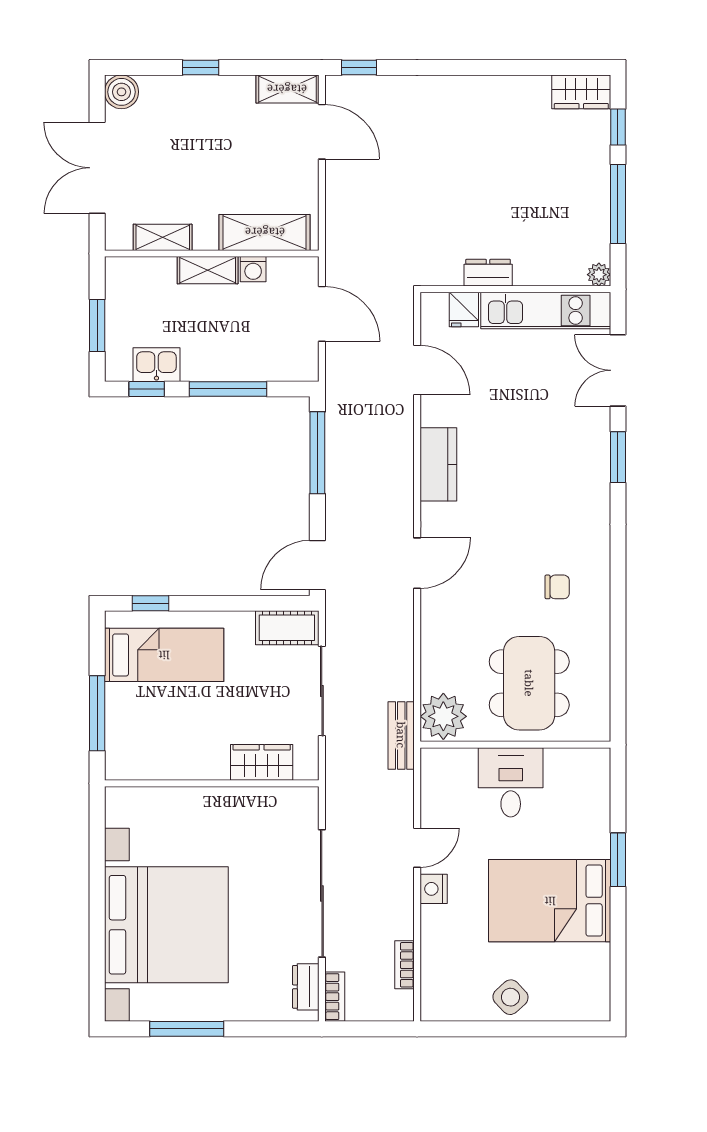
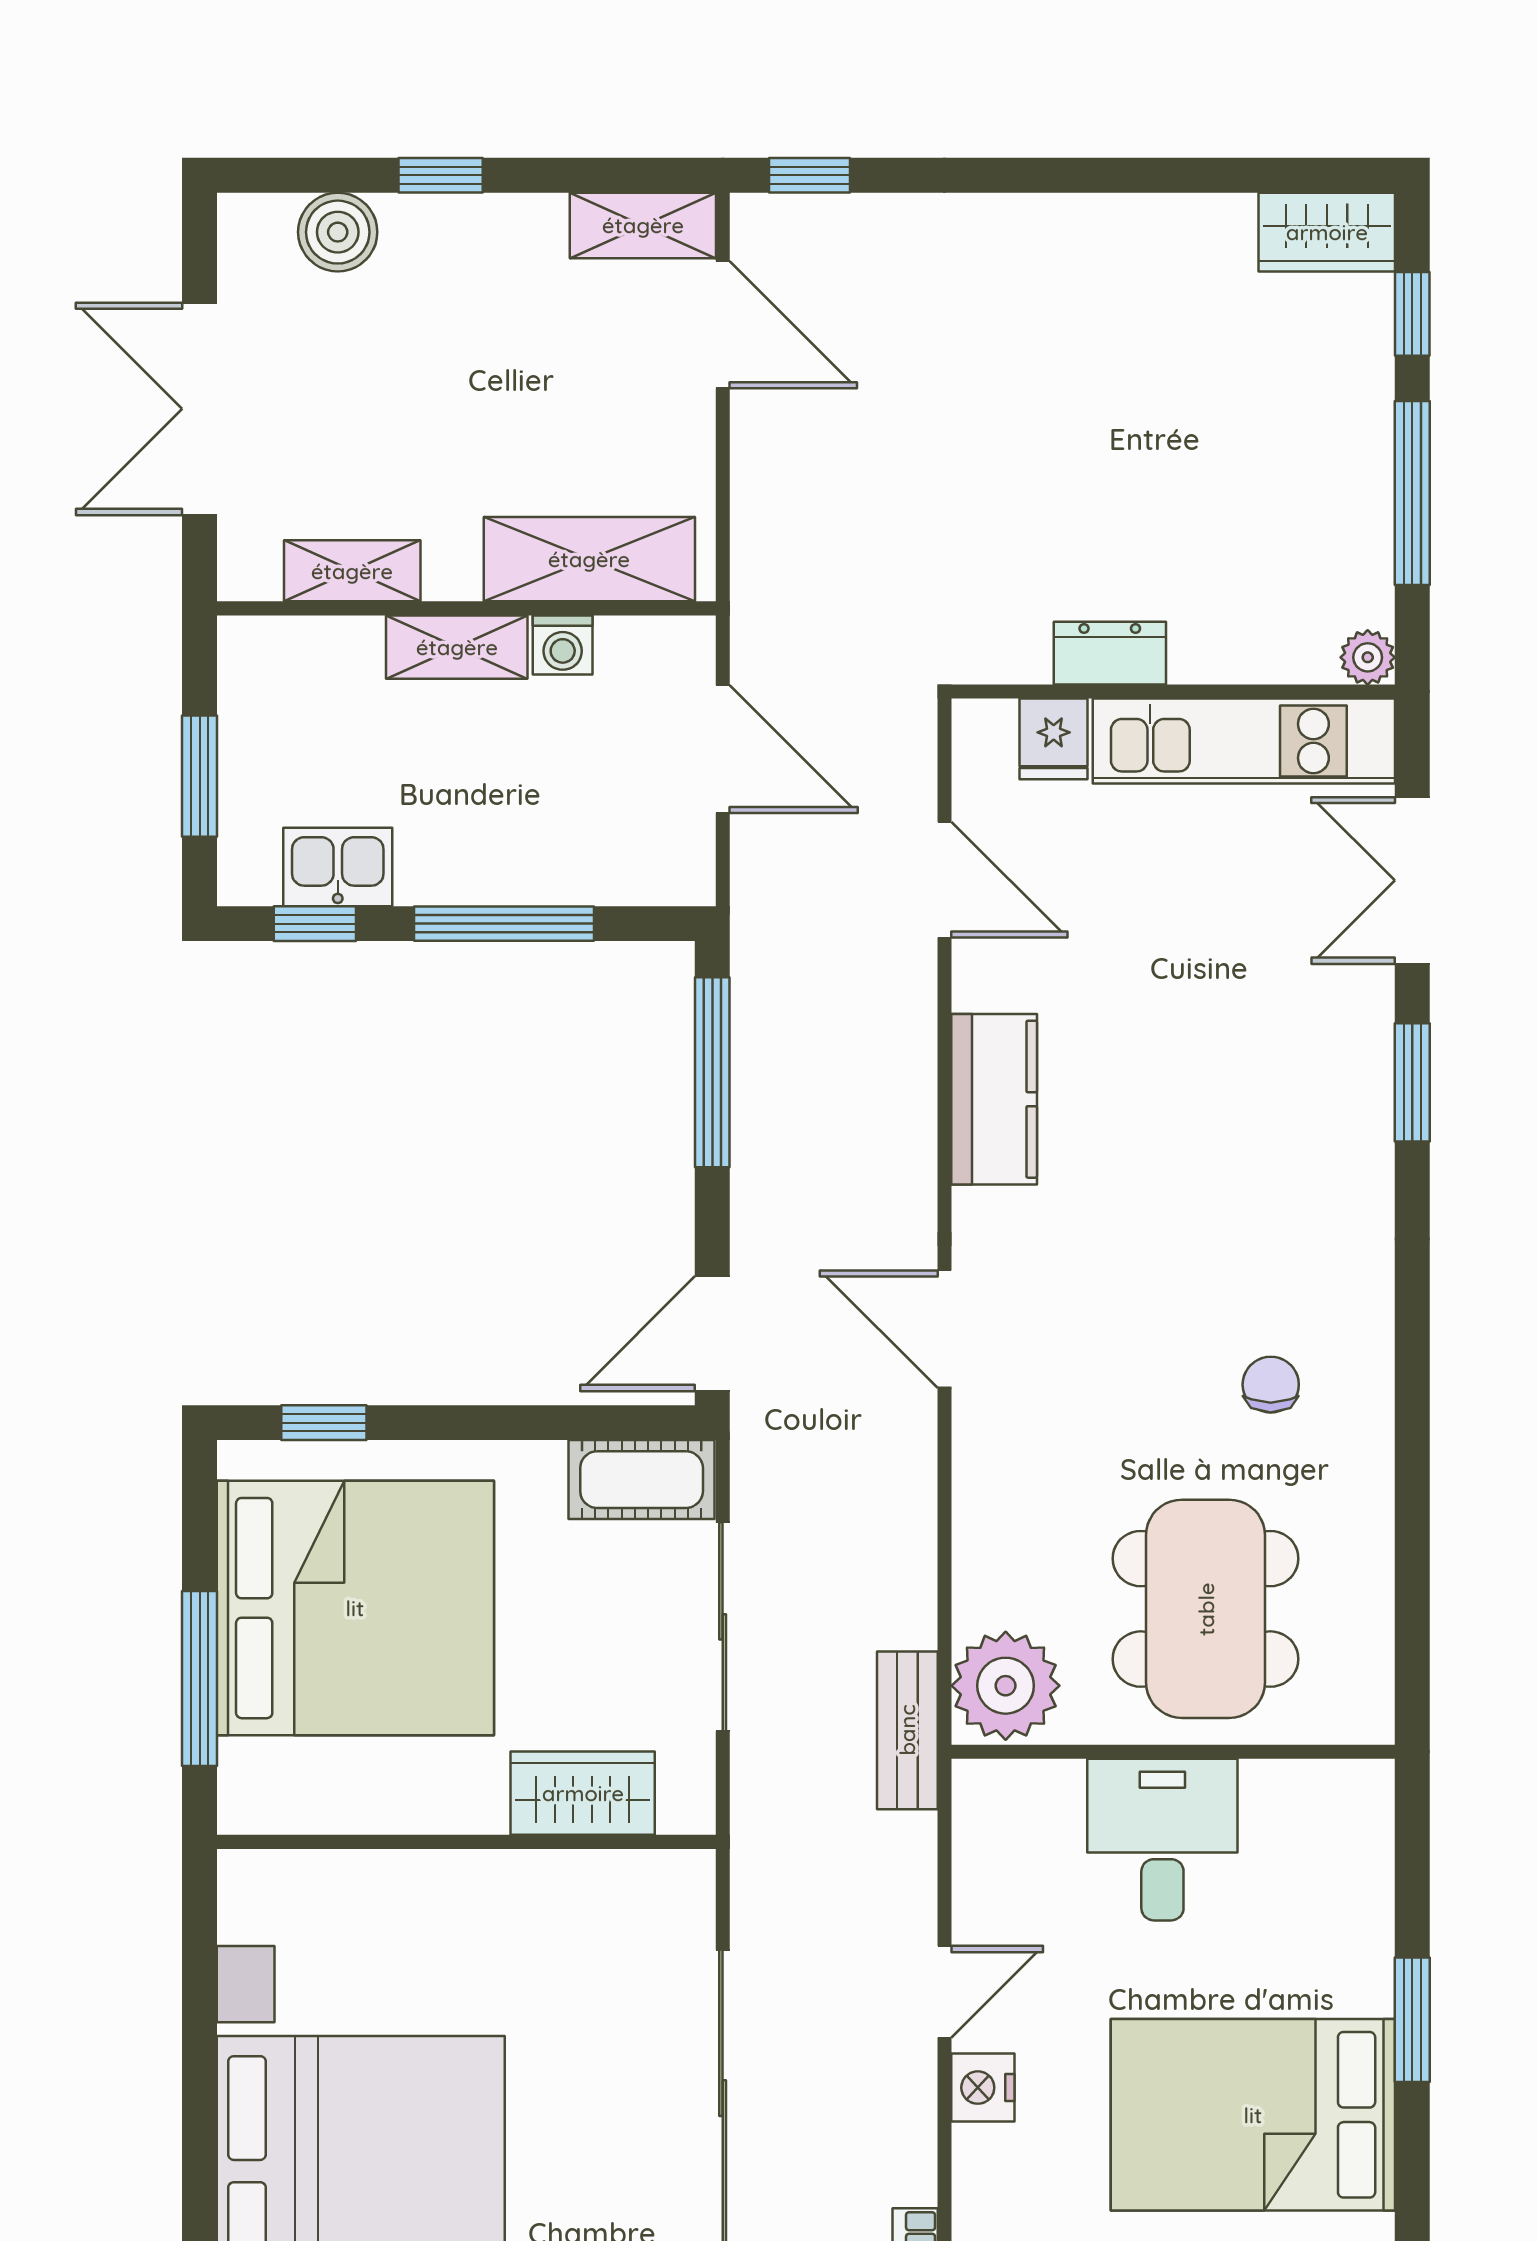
boiler: (121, 92) -> (338, 232), moved
door: (417, 563) -> (944, 1329), swing flipped
chair: (557, 587) -> (1271, 1385), turned -90
bed: (164, 655) -> (355, 1608), width x2.04

